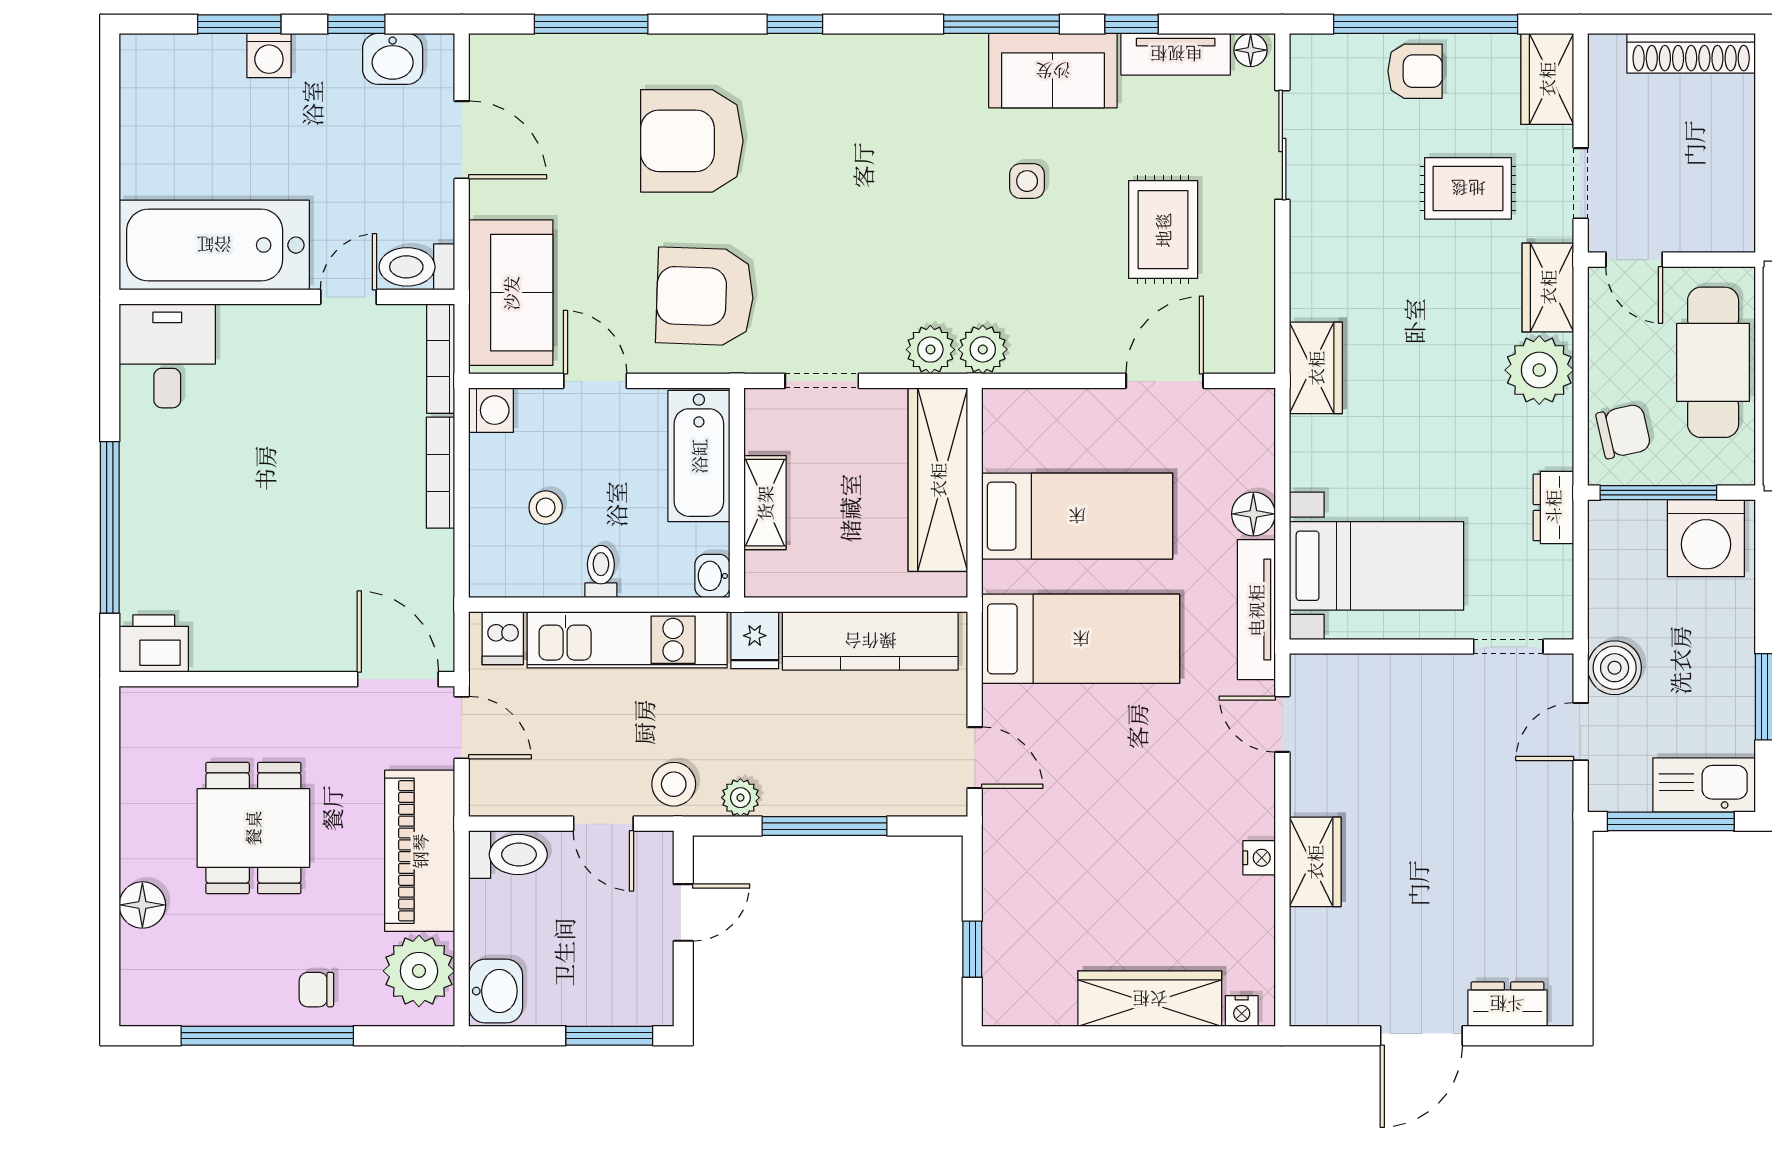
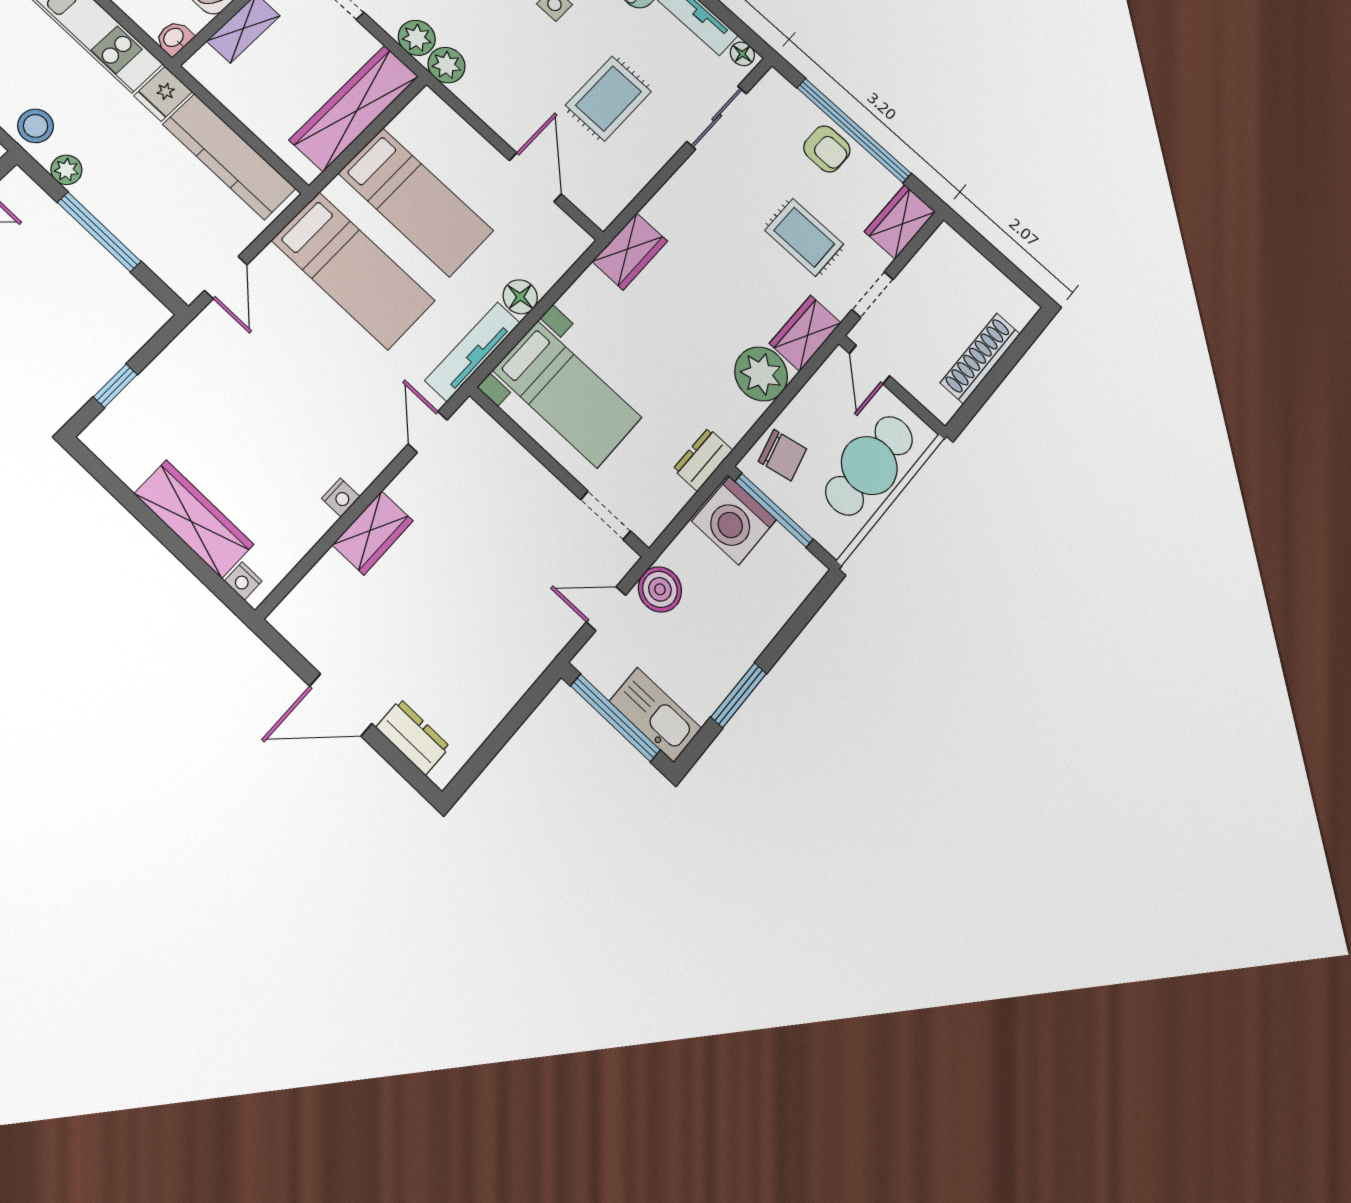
shoe rack: (1691, 53) -> (980, 358), moved, turned 90
door: (1165, 381) -> (535, 177), hinge flipped
washing machine: (1706, 538) -> (734, 520), moved

